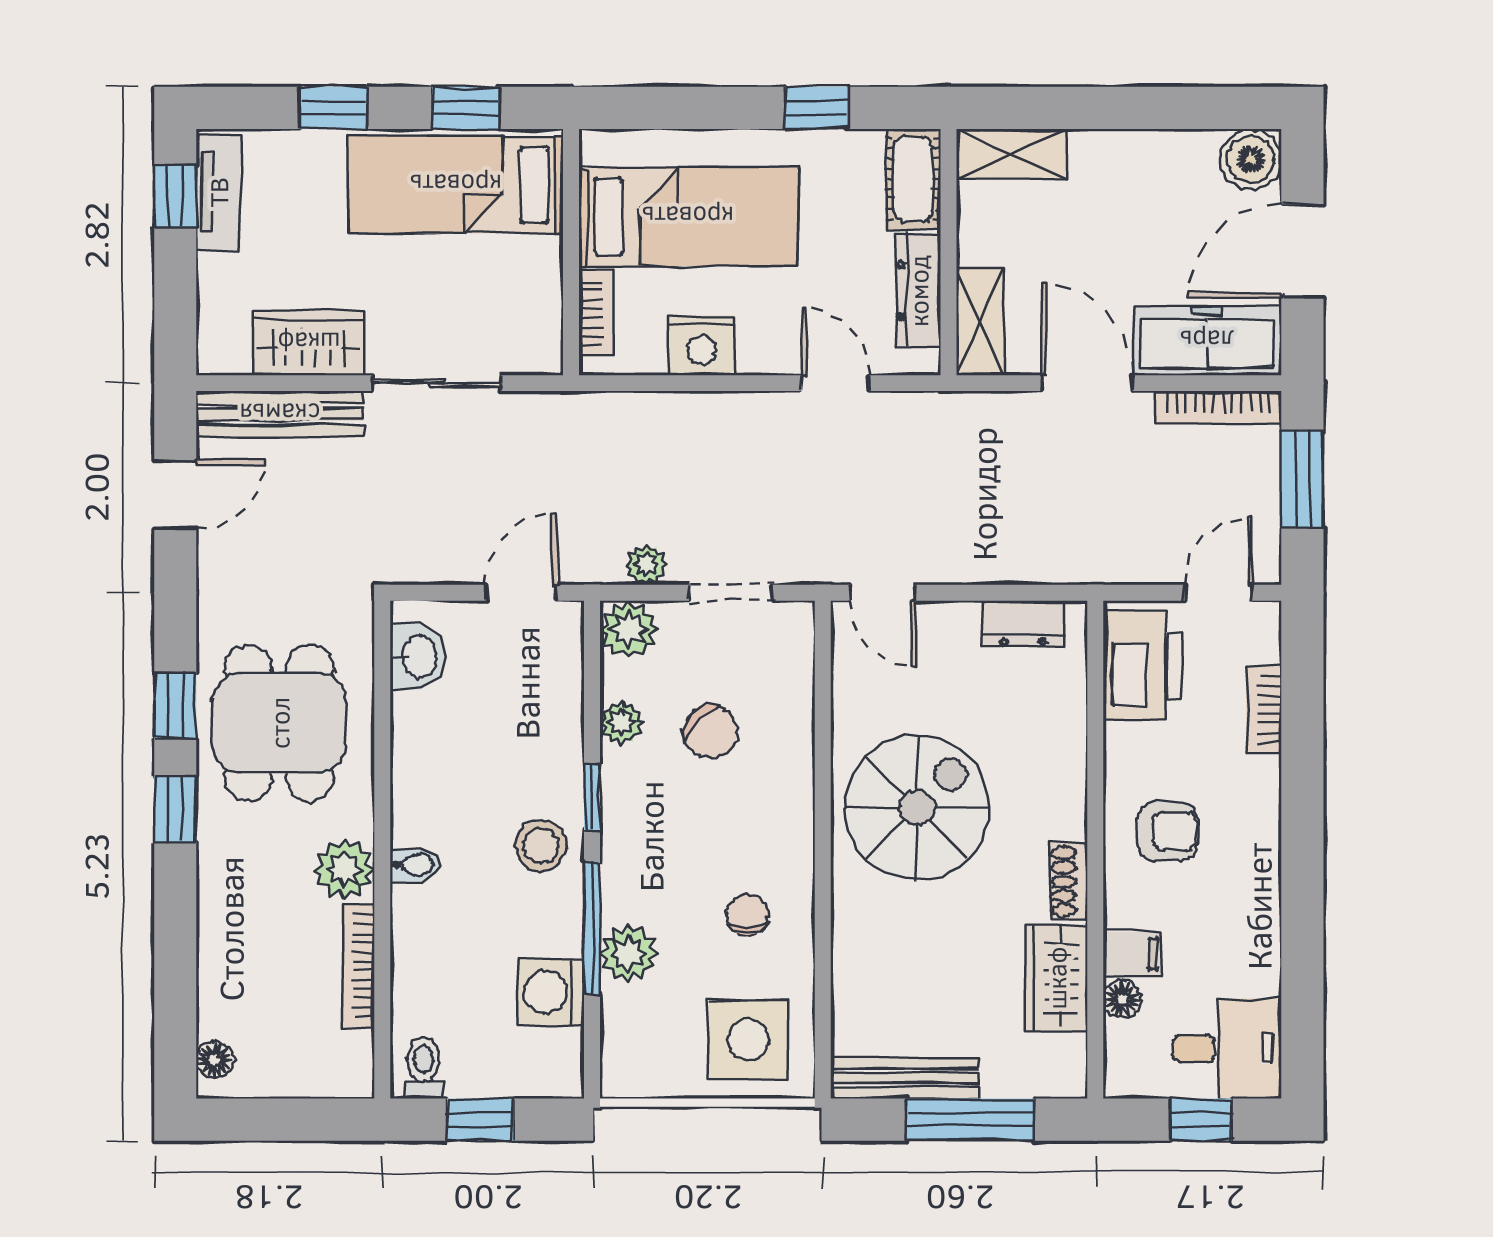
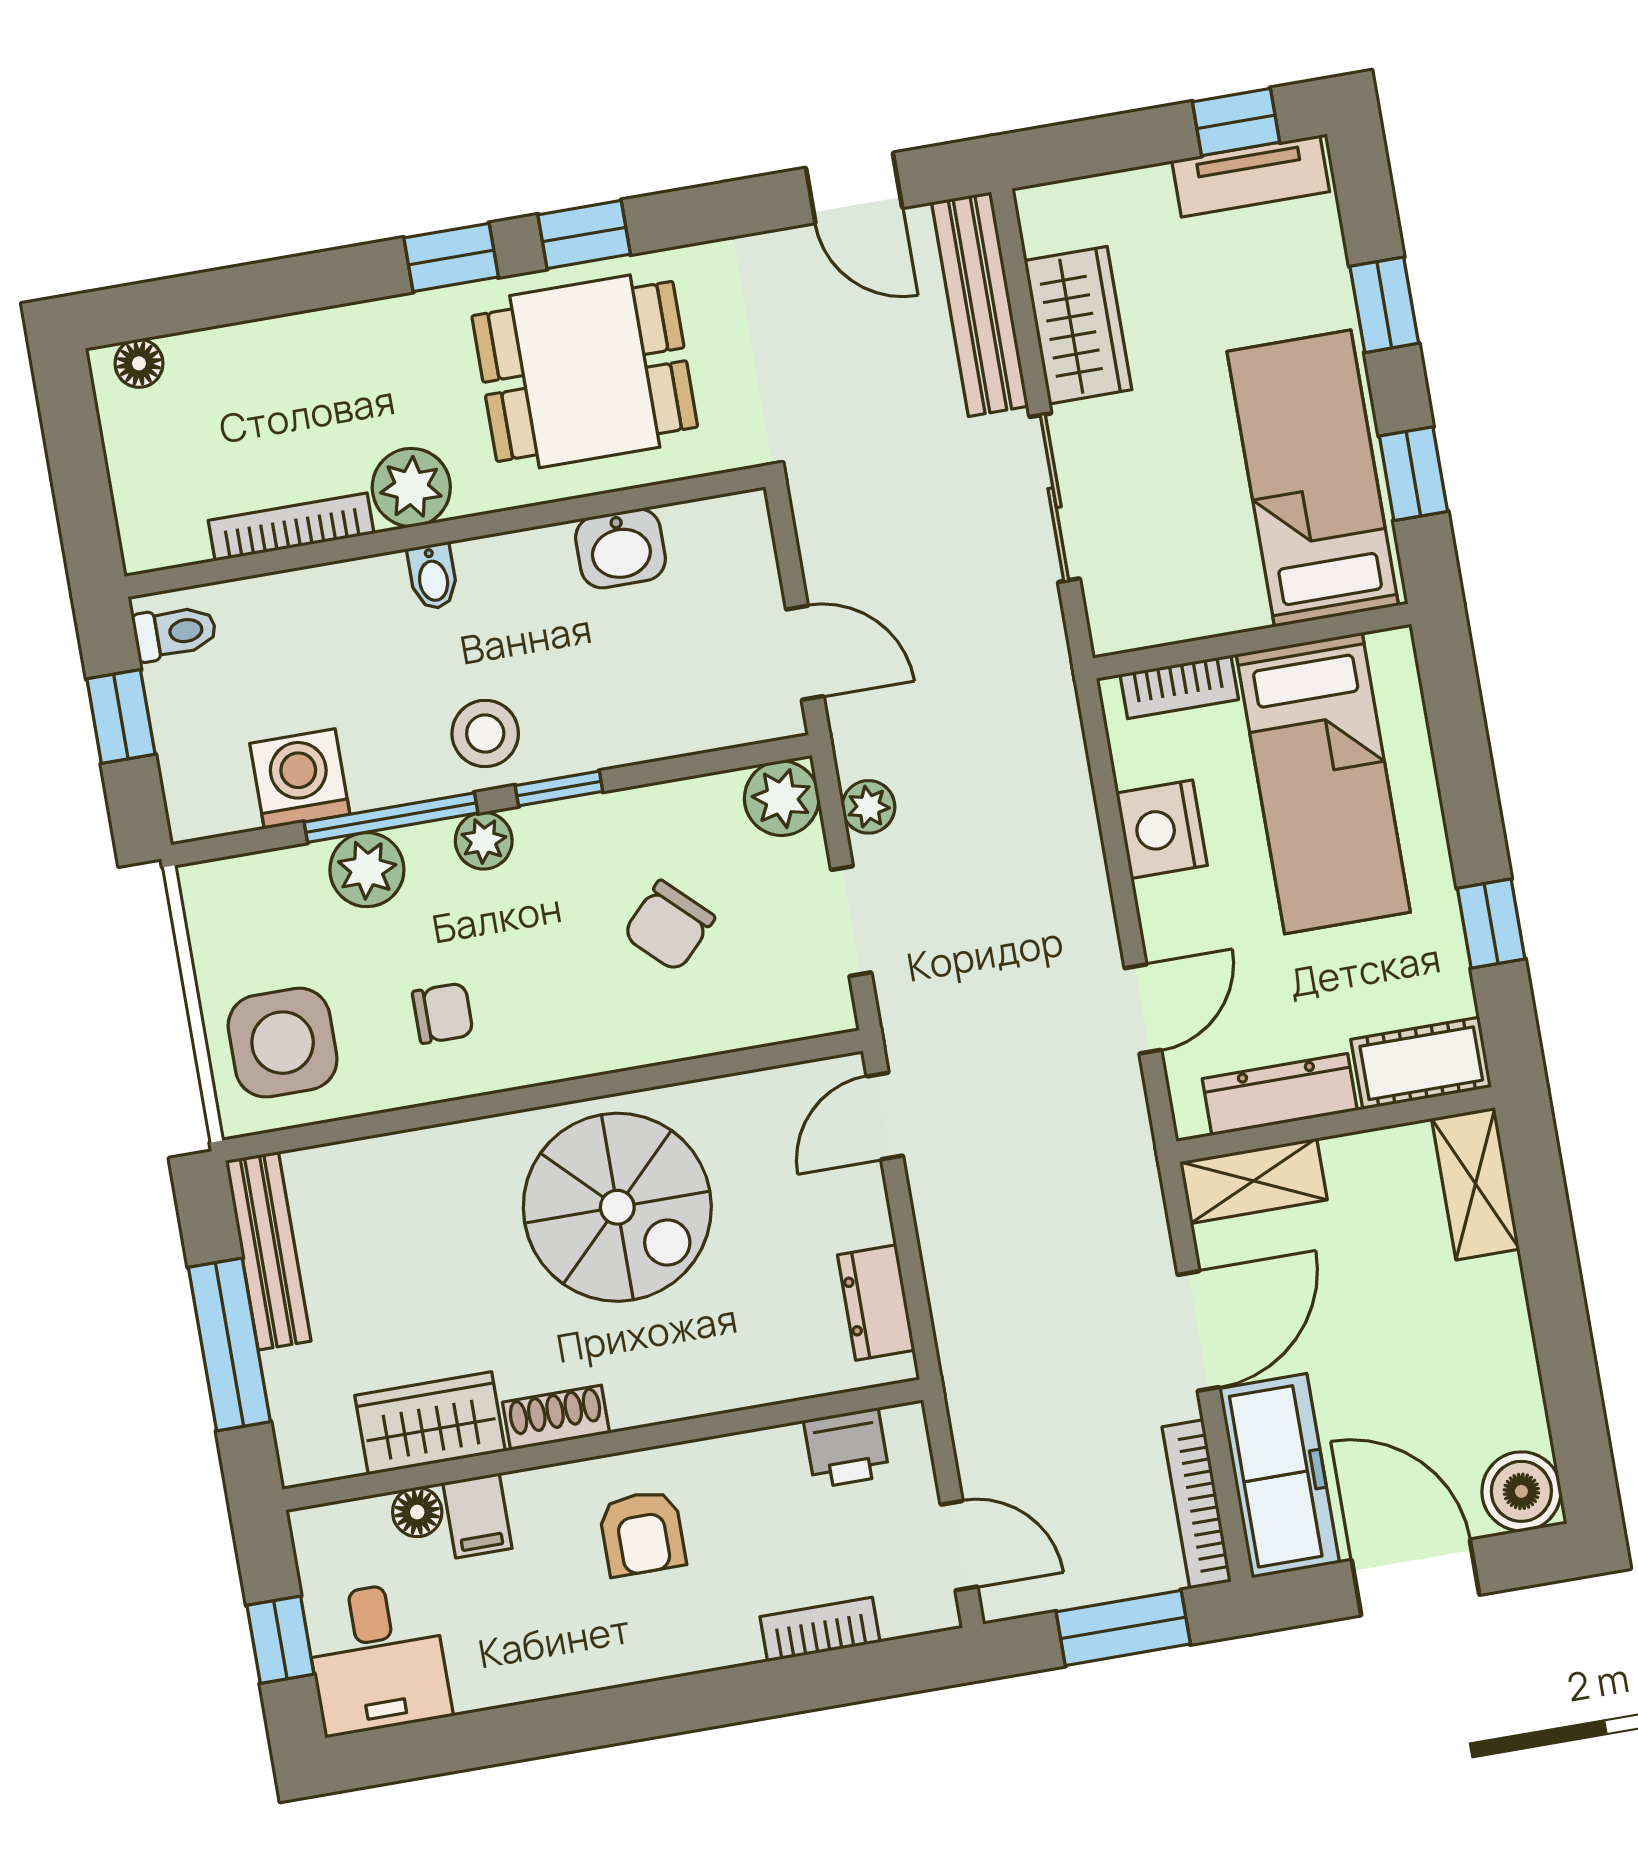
washbasin: (418, 656) -> (621, 548), moved
printer: (1142, 665) -> (847, 1448), width x0.53, depth x0.68
plant: (622, 723) -> (484, 841), moved

